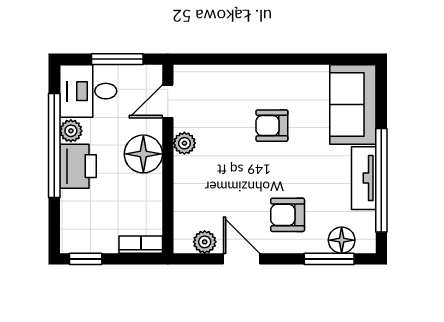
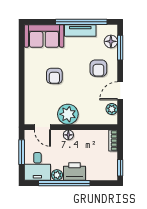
plant: (184, 143) -> (68, 114), width x1.88, depth x1.88
floor lamp: (143, 154) -> (68, 135), width x0.53, depth x0.53

